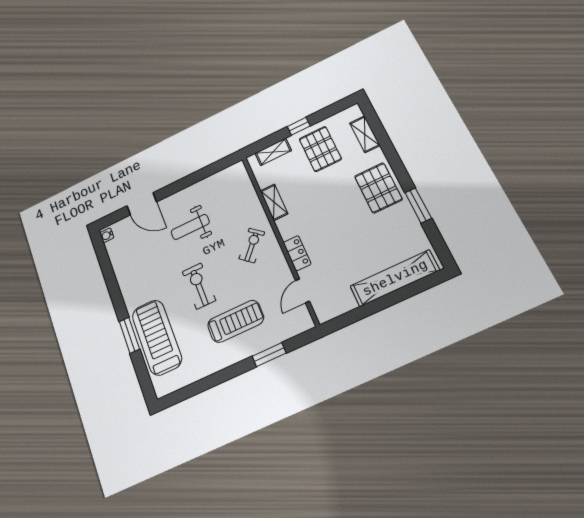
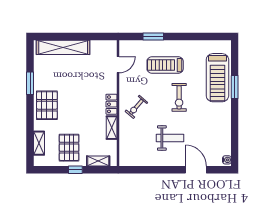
locker: (297, 253) -> (111, 104), moved

